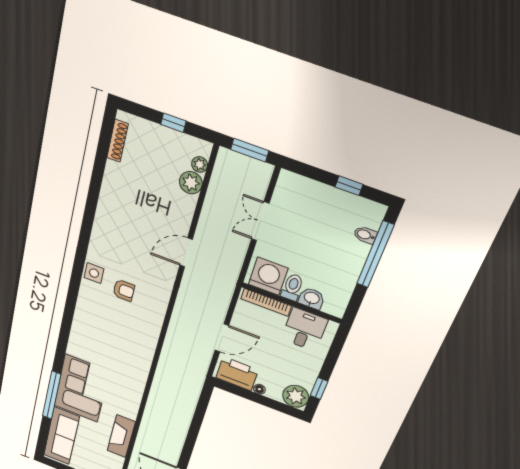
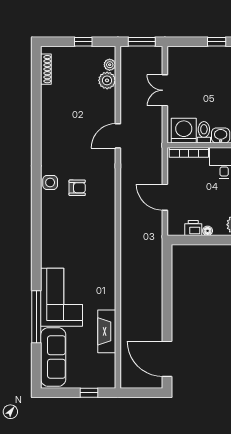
door: (222, 338) -> (165, 197), swing flipped
printer: (237, 374) -> (193, 228), width x0.53, depth x0.68

